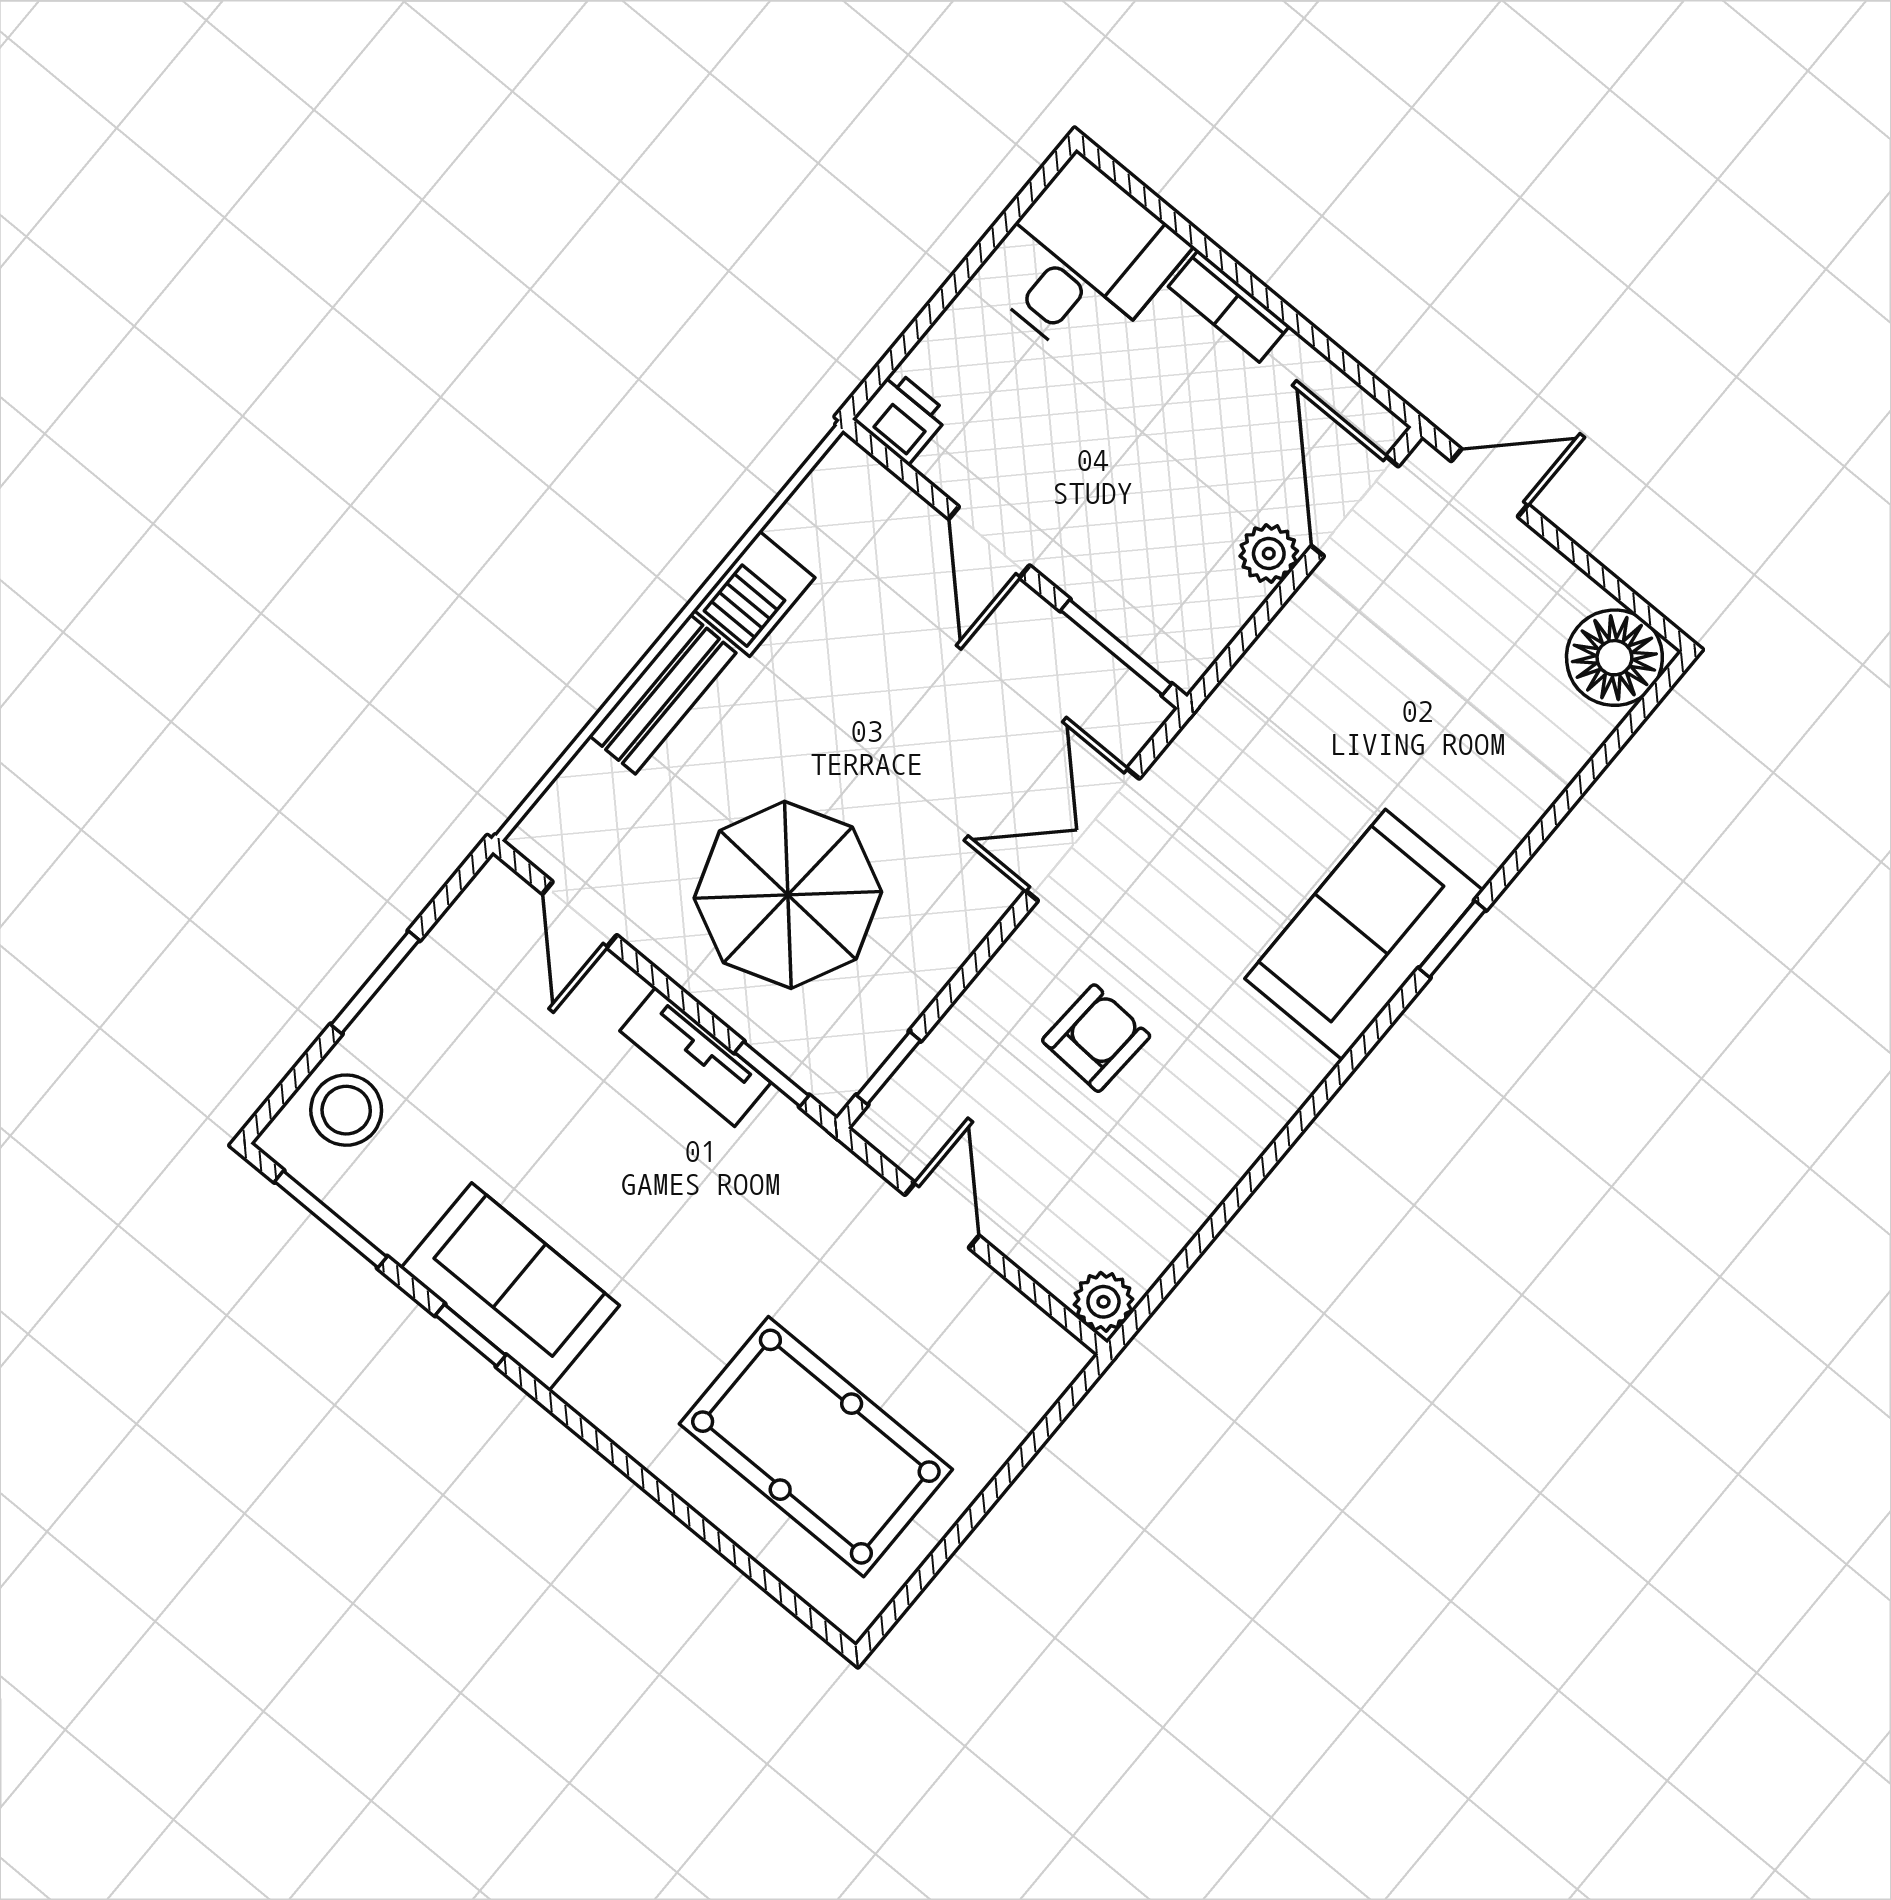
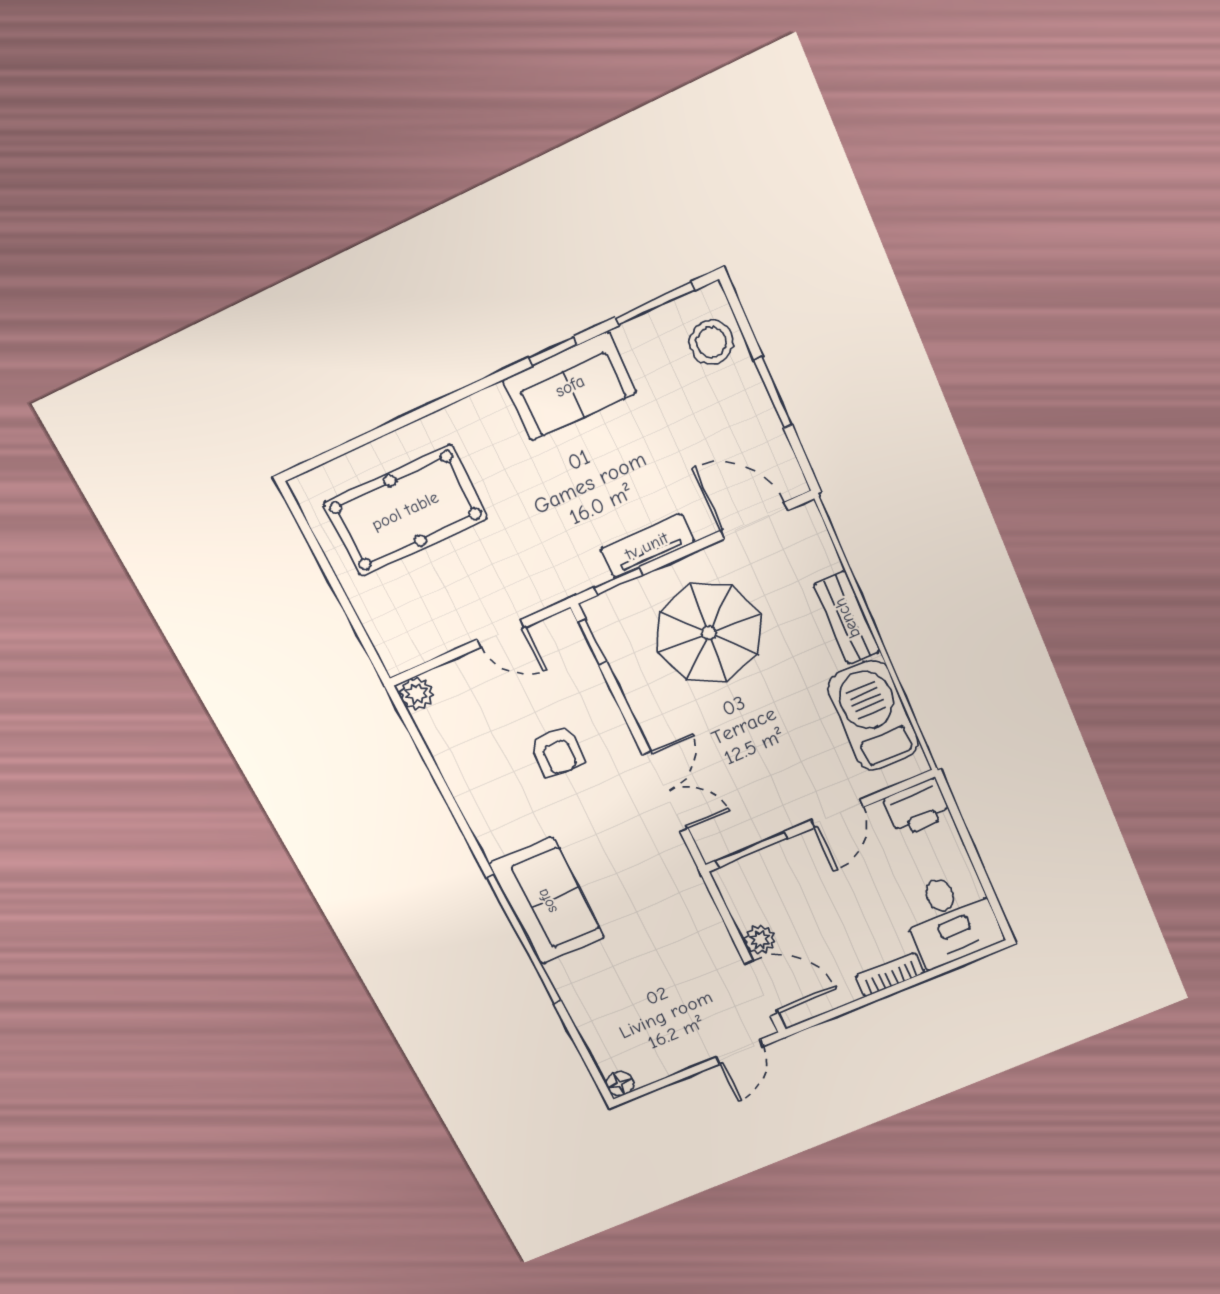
printer: (901, 417) -> (917, 807), width x1.36, depth x1.24
door: (989, 542) -> (837, 814), swing flipped
barbecue: (754, 594) -> (873, 715), width x1.88, depth x1.53
floor lamp: (1614, 658) -> (620, 1084), width x0.53, depth x0.53
door: (580, 914) -> (754, 521), width x1.38
window: (1452, 939) -> (524, 940), width x3.17

